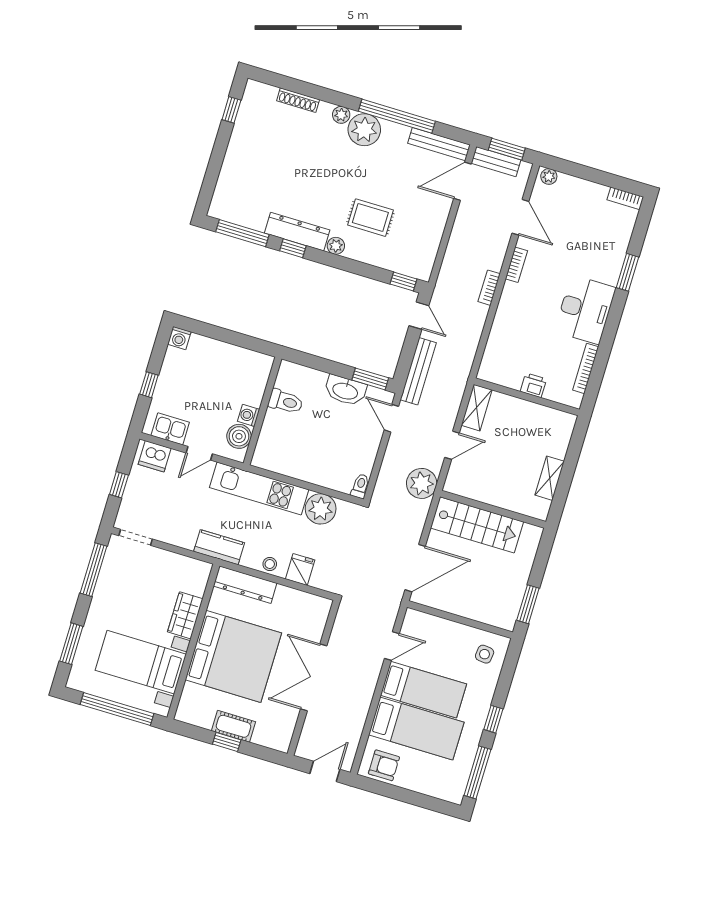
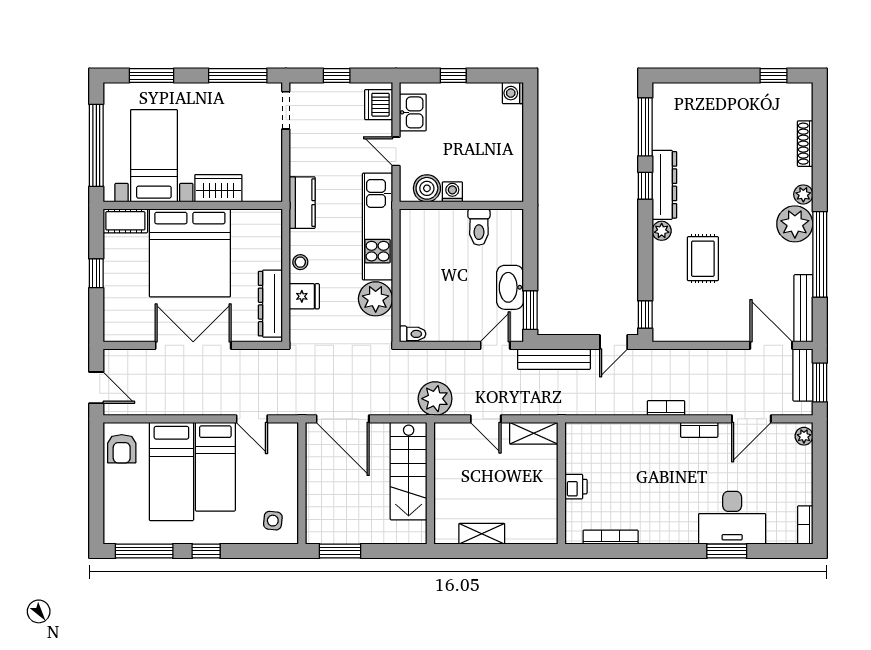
desk: (585, 310) -> (732, 518), moved
dresser: (245, 585) -> (270, 304), moved
cot: (234, 726) -> (125, 221), moved, turned 90

